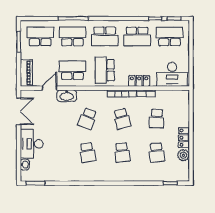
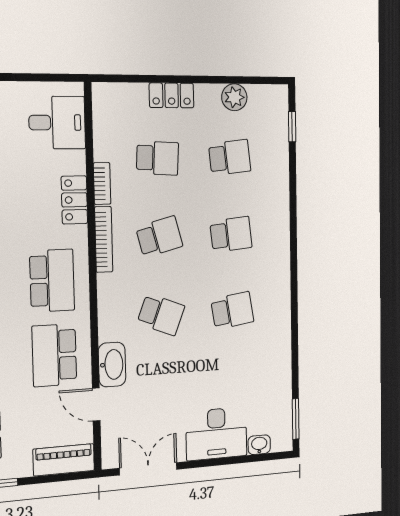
school desk: (105, 70) -> (52, 281), turned -90
desk: (172, 74) -> (57, 123), width x0.73
locker: (184, 138) -> (172, 95), moved

